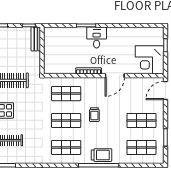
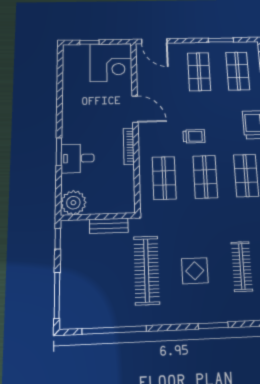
plant: (52, 35) -> (73, 203), added
desk: (97, 37) -> (78, 158), moved
bench: (36, 39) -> (109, 226), moved

